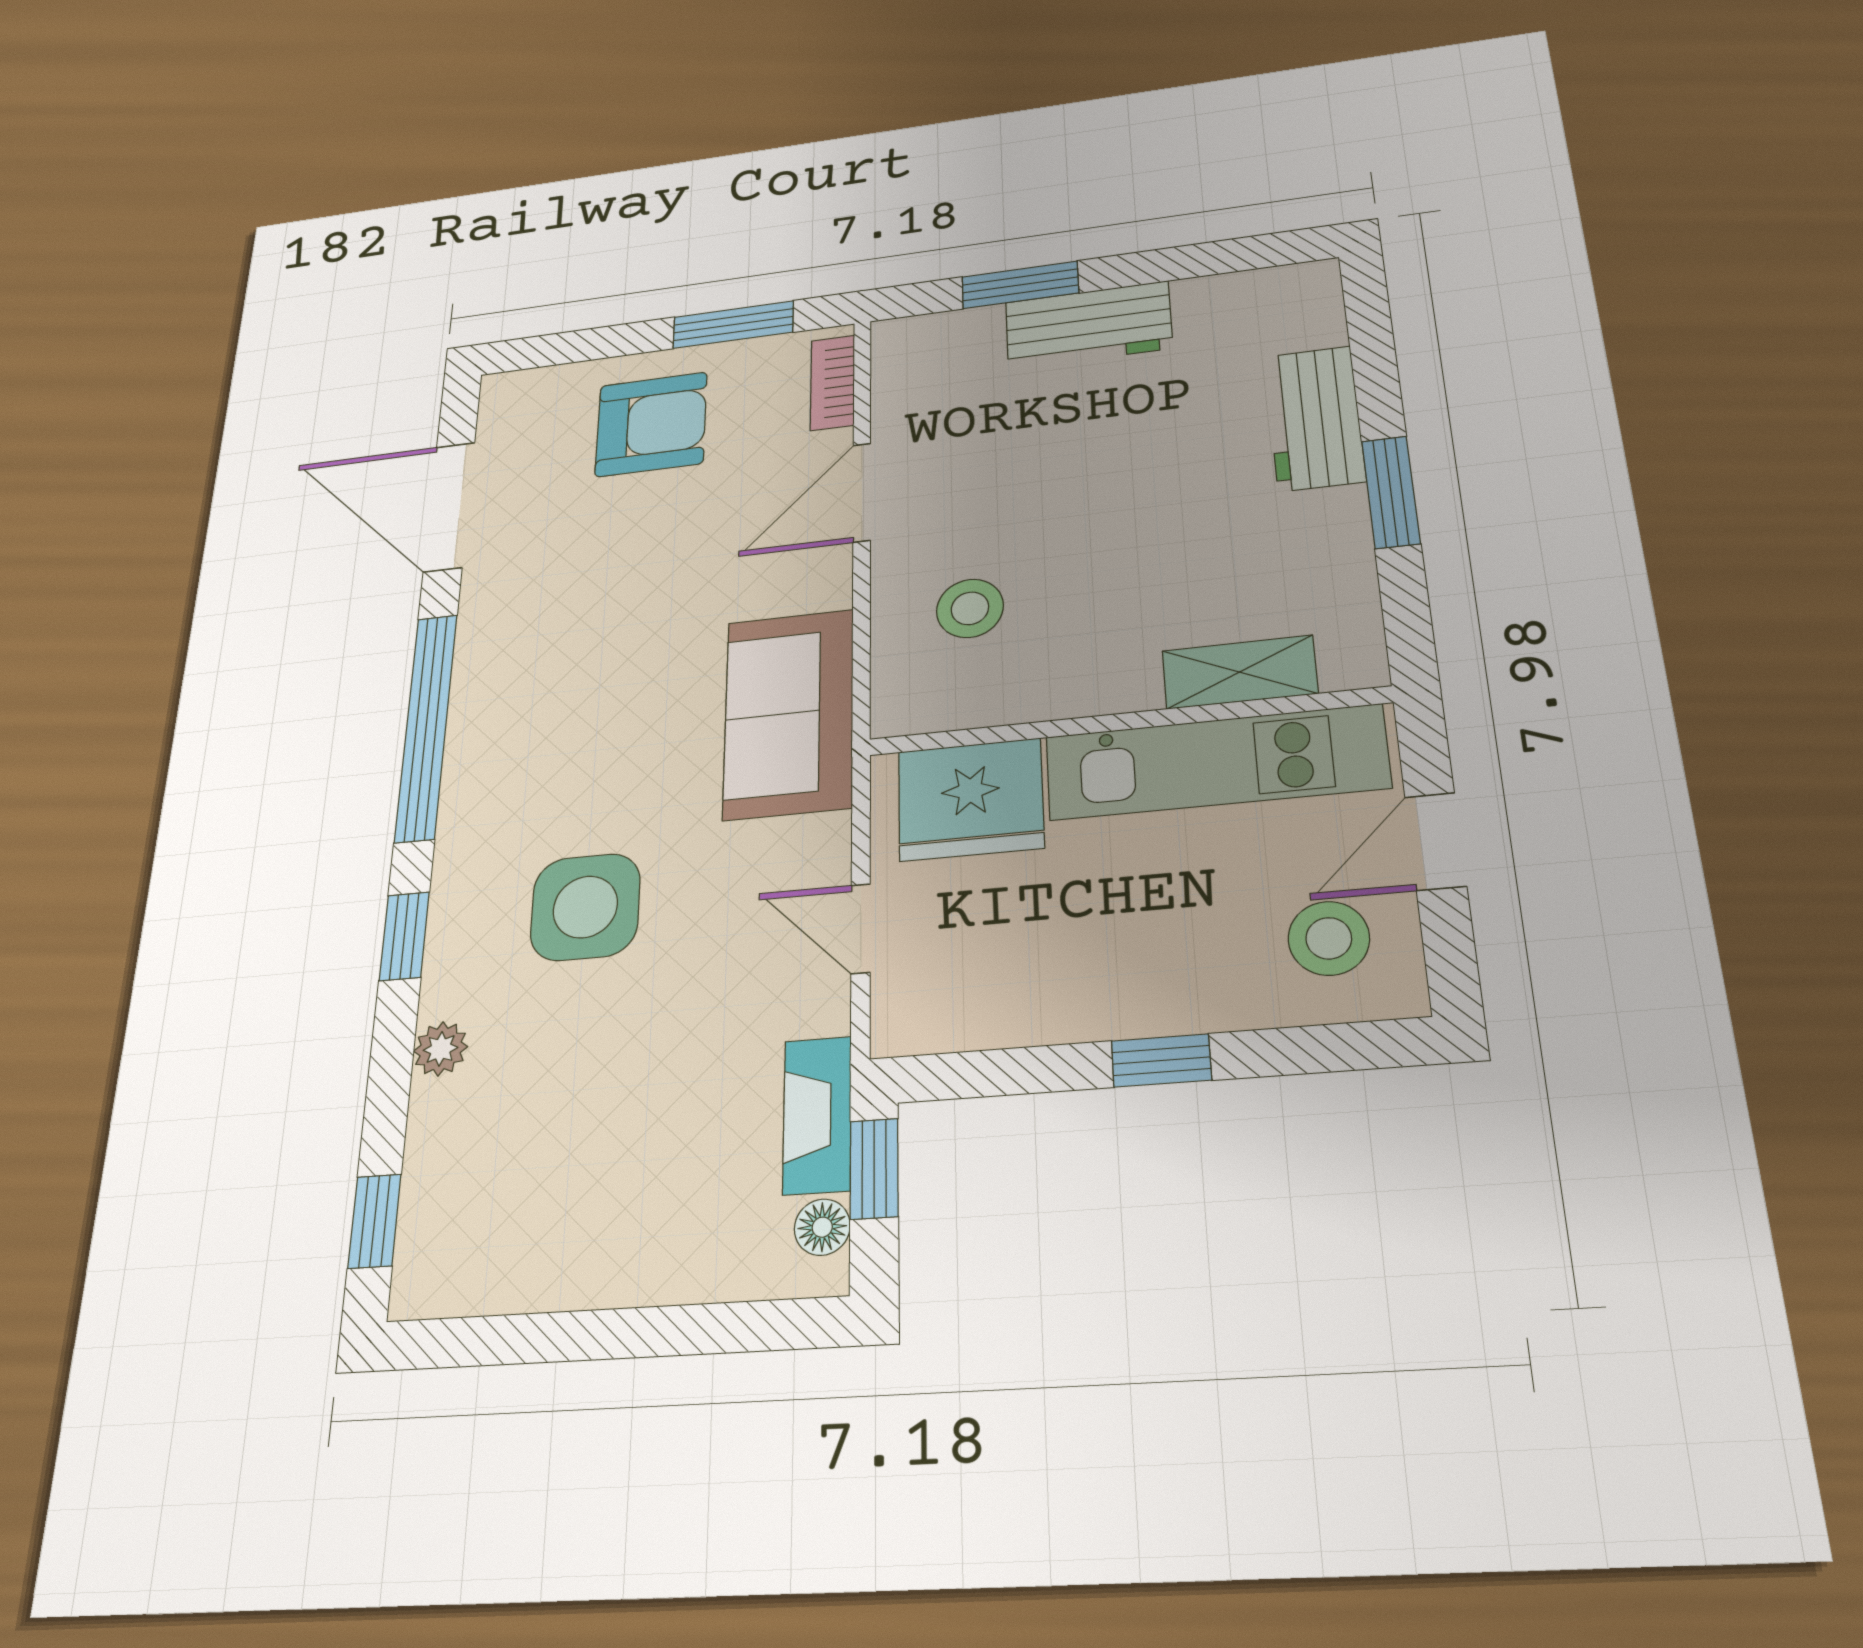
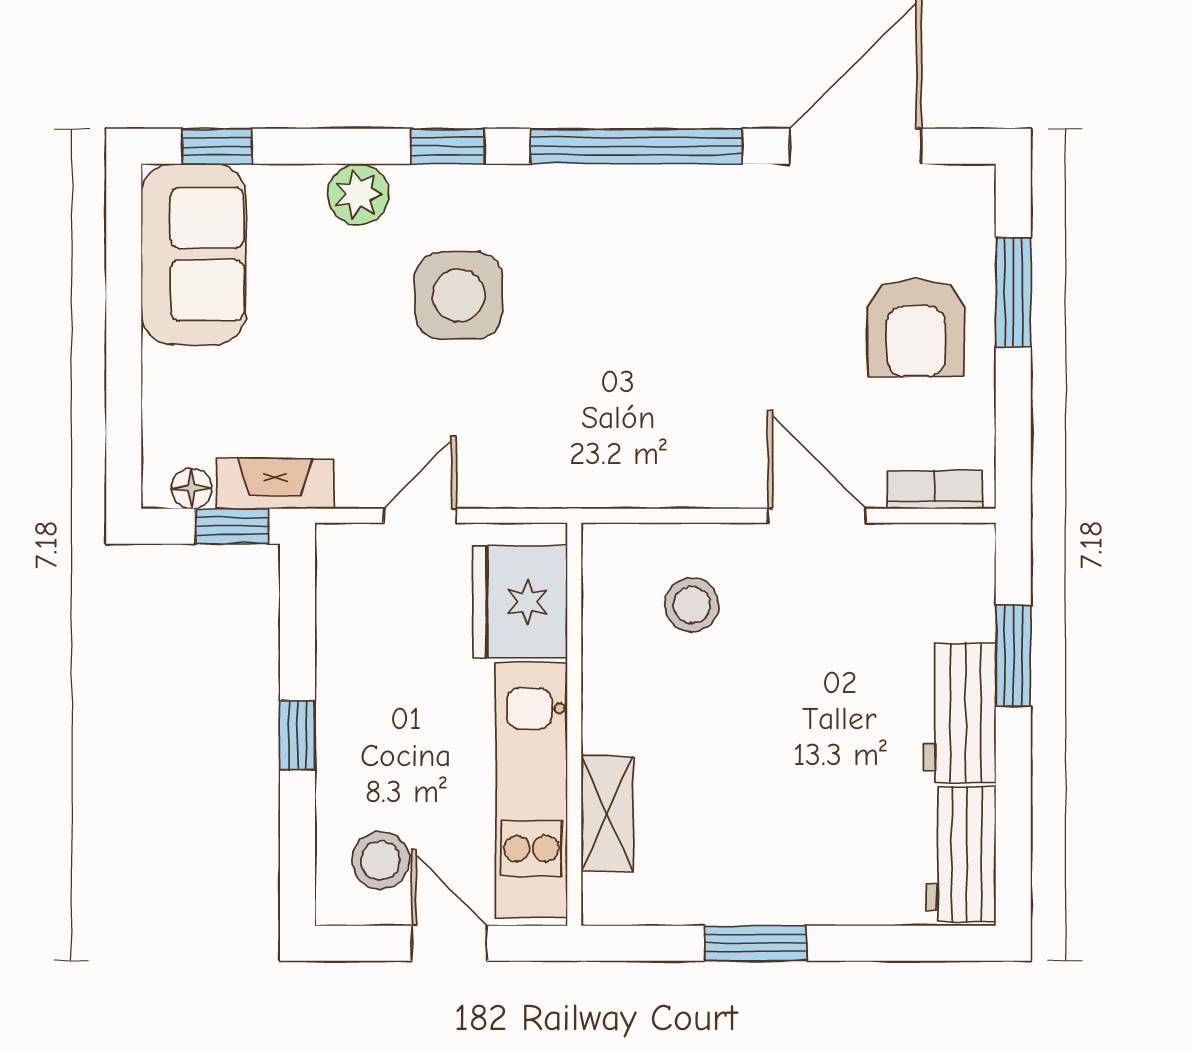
window: (733, 325) -> (1013, 292), moved
workbench: (1315, 418) -> (961, 854), moved, turned -90
sofa: (789, 713) -> (193, 254), moved, turned 90
plant: (441, 1049) -> (358, 194), width x1.38, depth x1.38

